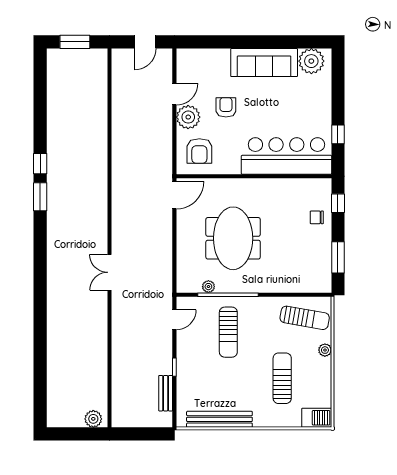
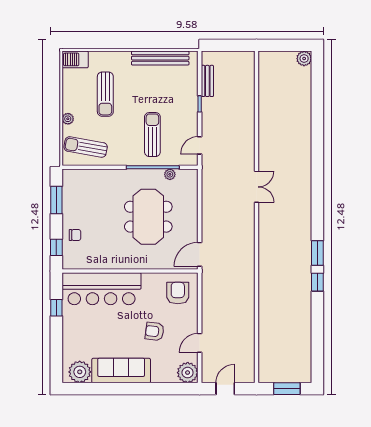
armchair: (226, 107) -> (155, 331), turned 97
plant: (188, 117) -> (188, 373), moved
plant: (93, 419) -> (304, 59), moved

